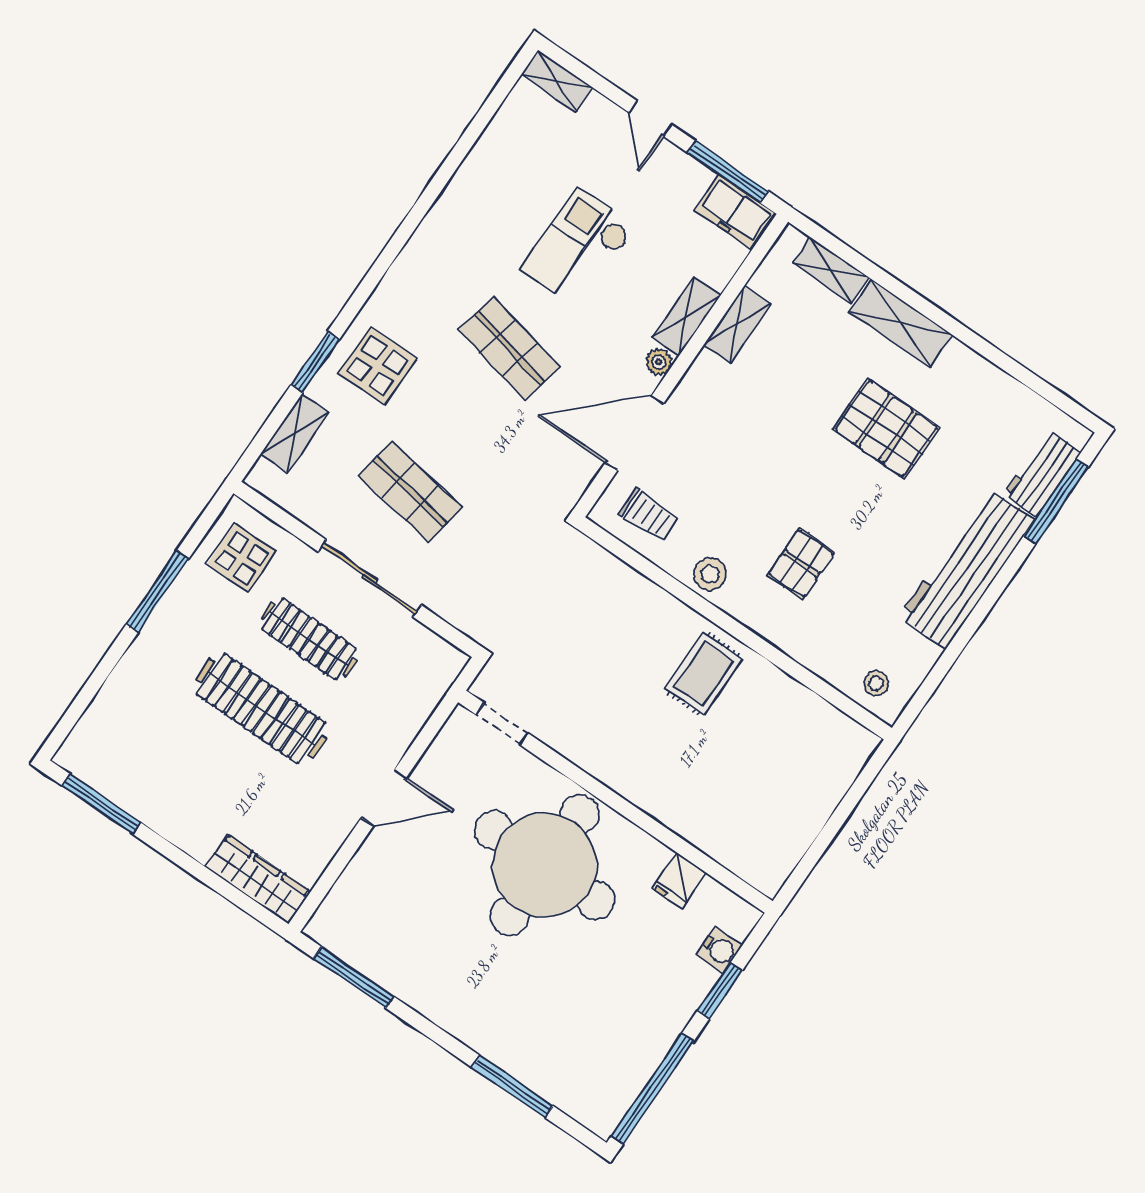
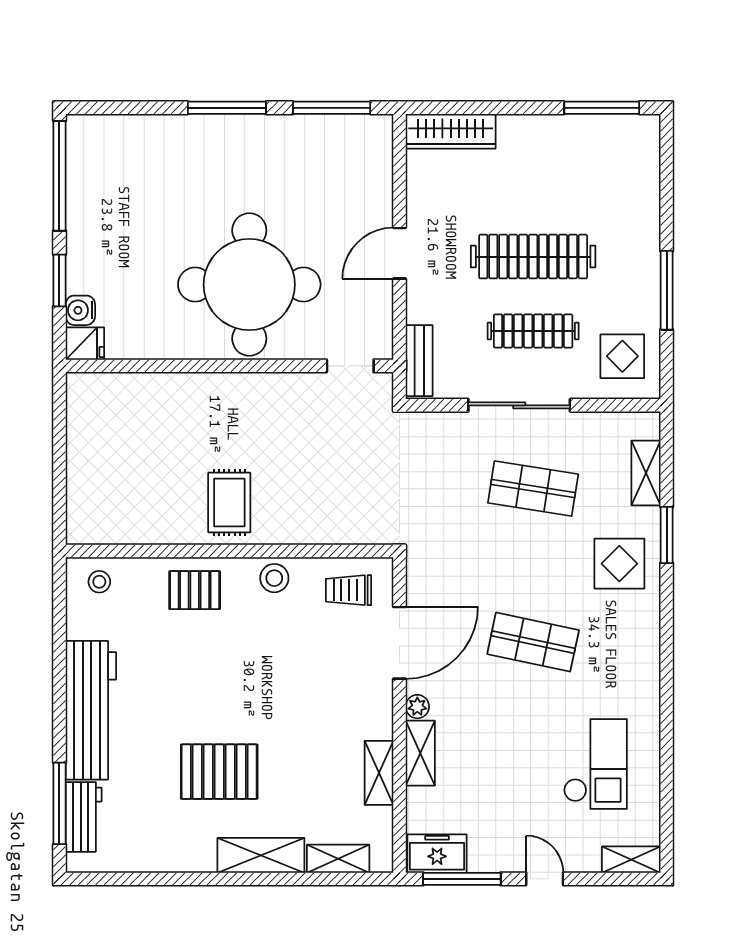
checkout: (578, 248) -> (595, 764), moved
pallet: (801, 564) -> (195, 590), moved, turned 90
bench: (435, 685) -> (419, 361), added
fridge: (680, 881) -> (85, 344), moved, turned 90
window: (512, 1086) -> (227, 108), moved

